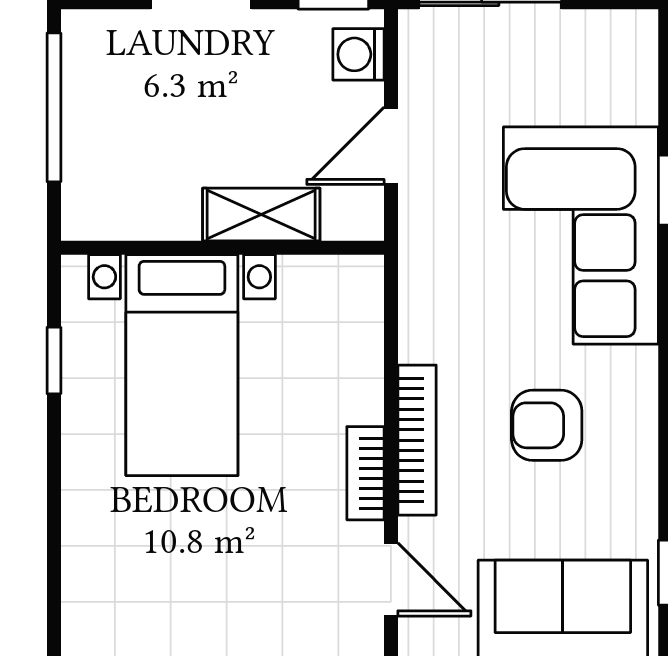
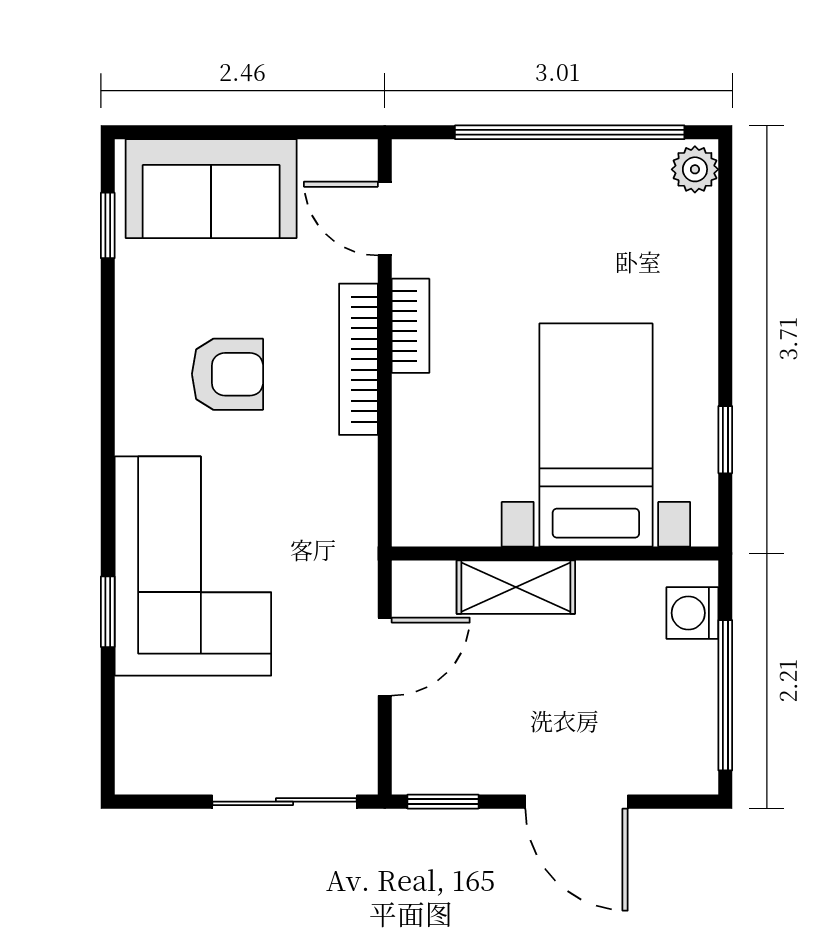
washing machine: (358, 54) -> (692, 613), moved, turned 180
plant: (84, 628) -> (695, 169), added

